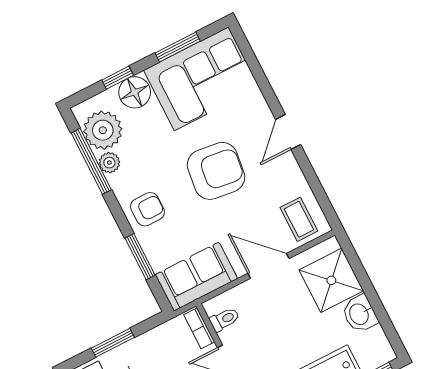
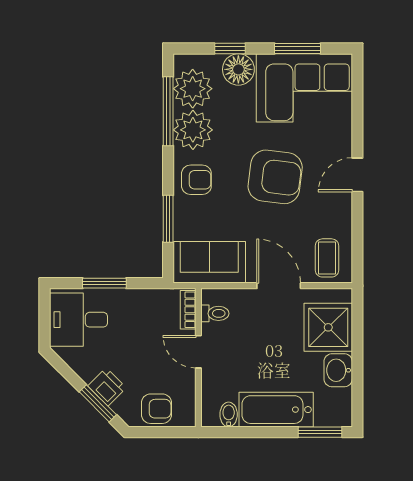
plant: (109, 163) -> (193, 130), width x1.88, depth x1.88

